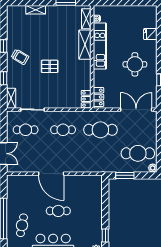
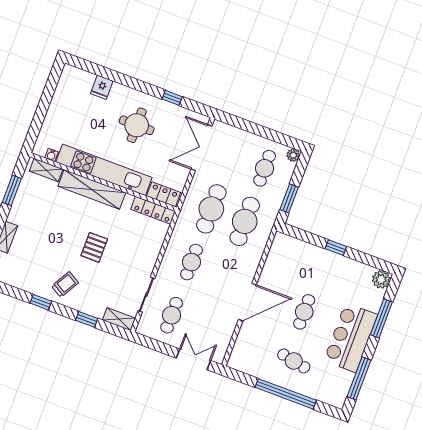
shelving: (85, 45) -> (92, 189), width x1.47
kitchen unit: (100, 46) -> (104, 170), width x1.36
locker: (86, 99) -> (153, 210), width x1.53
cafe table: (100, 153) -> (245, 221), added
cafe table: (138, 153) -> (265, 168), width x0.73, depth x0.74
cafe table: (22, 225) -> (294, 361), moved
window: (105, 236) -> (336, 248), moved

